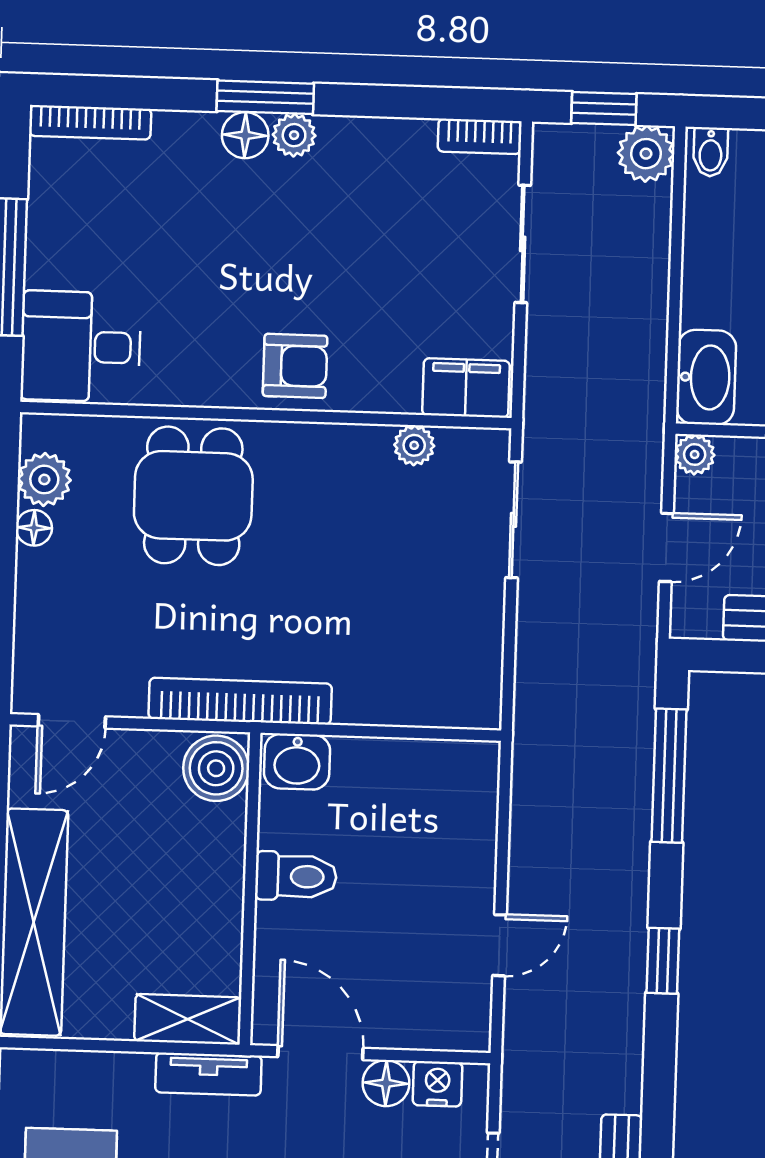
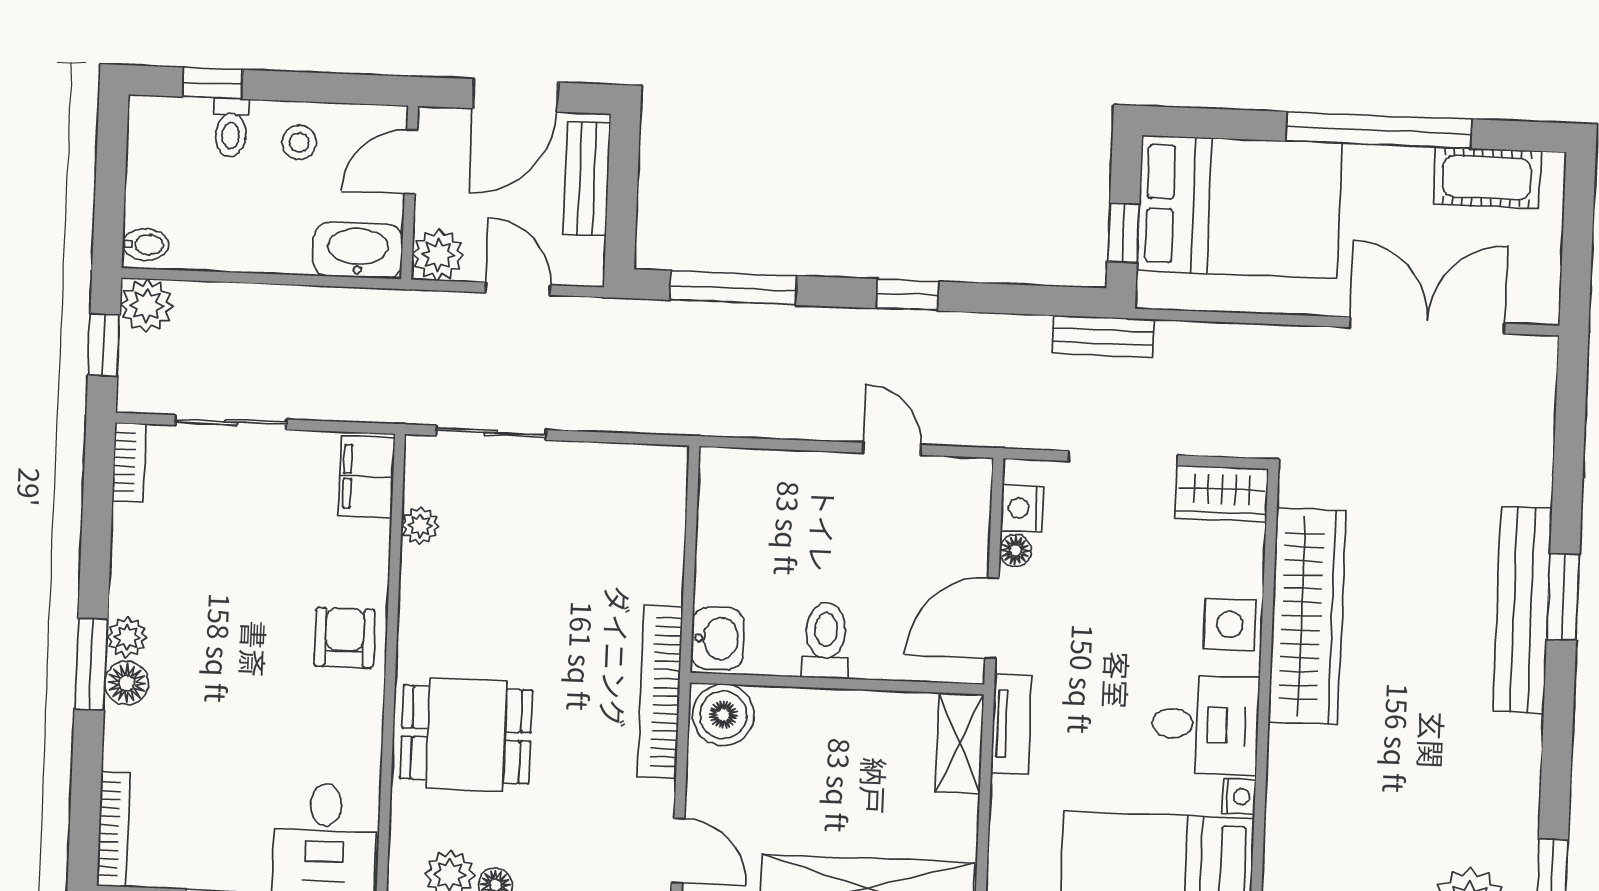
plant: (695, 454) -> (438, 255), width x1.38, depth x1.38
floor lamp: (386, 1083) -> (1015, 550), width x0.73, depth x0.73

